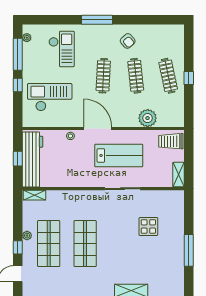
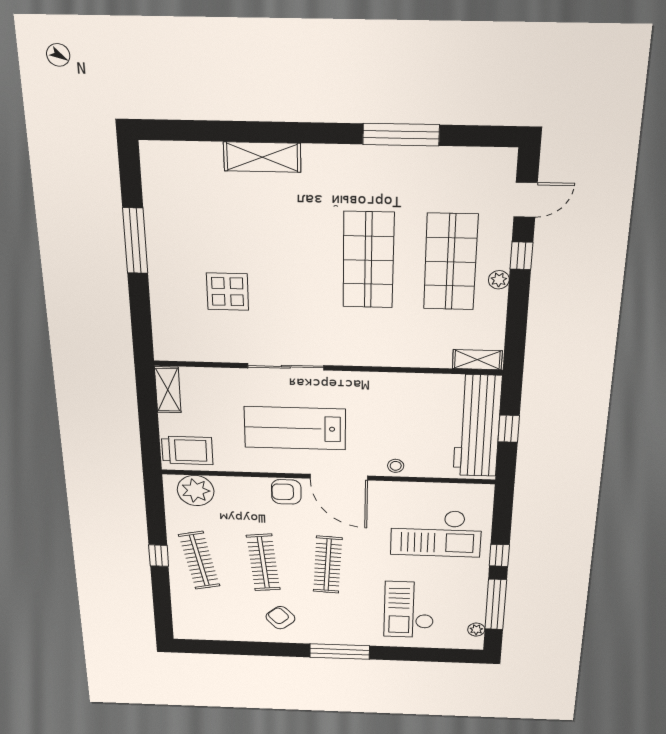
plant: (148, 118) -> (196, 491), moved
armchair: (123, 119) -> (286, 492), added

